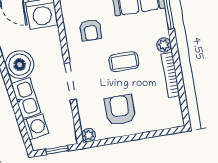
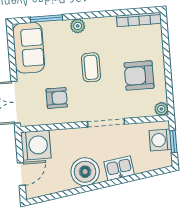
bookcase: (171, 75) -> (139, 20), moved
kitchen sink: (26, 98) -> (119, 168), width x0.73
washing machine: (36, 127) -> (160, 140), moved, turned -81

